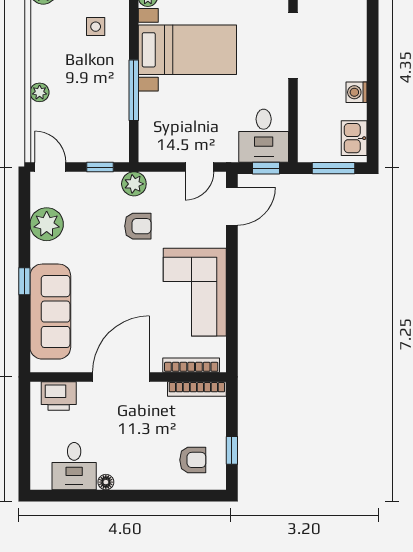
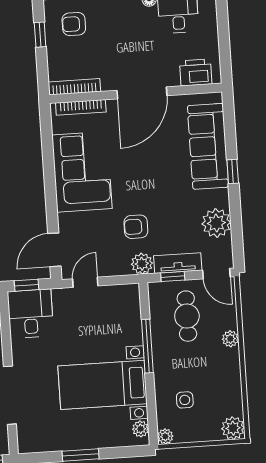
cafe table: (87, 121) -> (187, 316), added
tv unit: (93, 182) -> (178, 263), added

